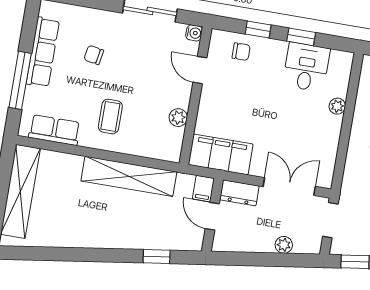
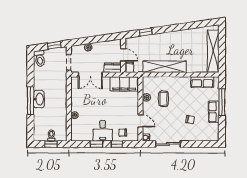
row of seats: (43, 52) -> (214, 112), width x0.68
desk: (306, 67) -> (103, 131), moved
coffee table: (110, 116) -> (163, 99), moved

